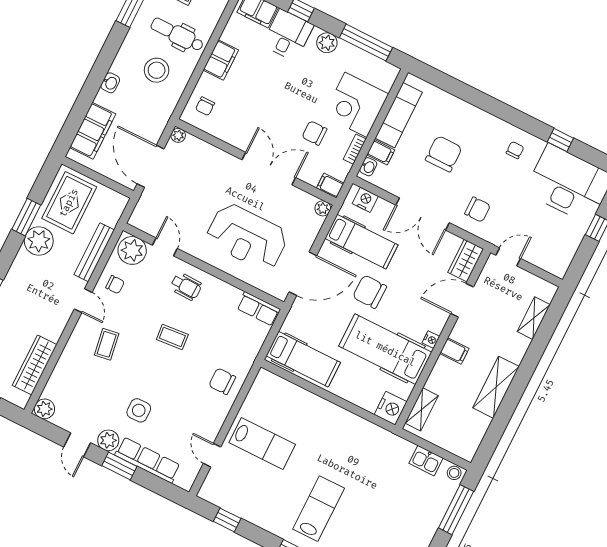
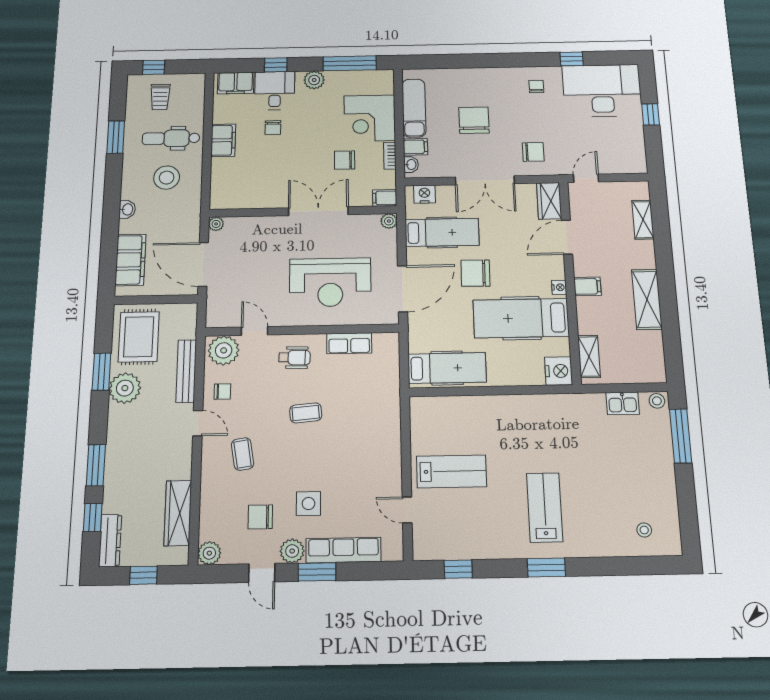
chair: (205, 106) -> (273, 128), moved
row of seats: (259, 309) -> (349, 343), moved
chair: (222, 381) -> (260, 517), moved

